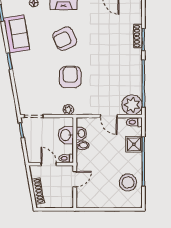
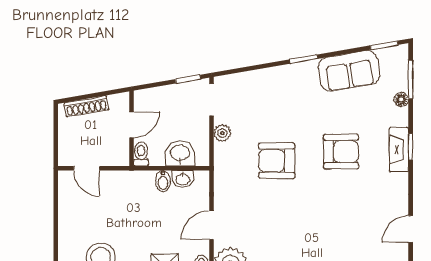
armchair: (65, 39) -> (341, 152), turned 114
armchair: (70, 77) -> (277, 161), turned 180
plant: (68, 110) -> (222, 133), moved
door: (75, 179) -> (87, 168), moved

